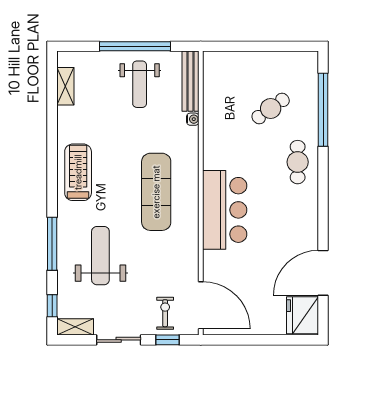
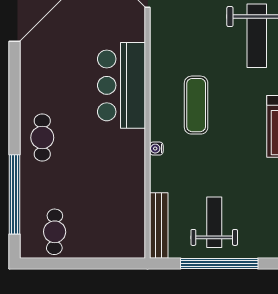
cafe table: (271, 108) -> (55, 232), moved, turned -53
water cooler: (193, 119) -> (156, 149), moved
exercise mat: (156, 192) -> (196, 105), width x0.73, depth x0.69

